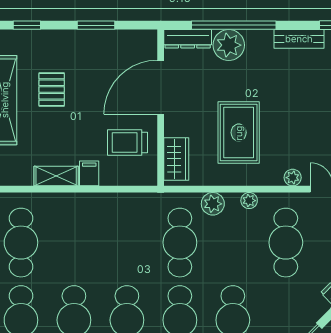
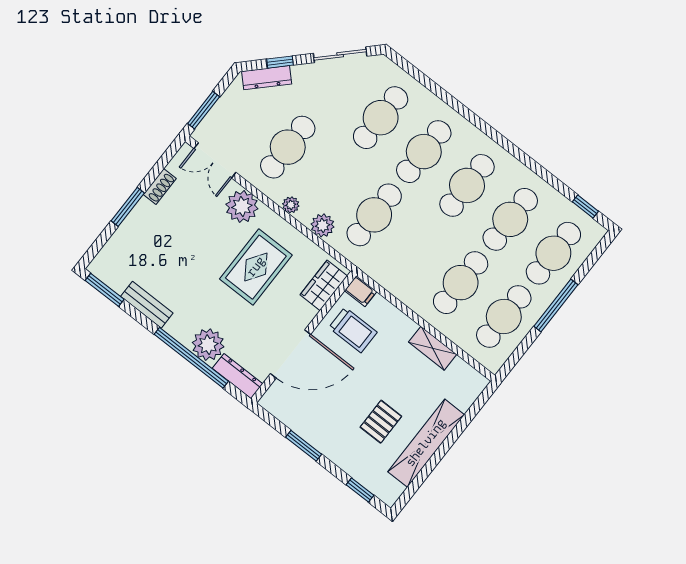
filing cabinet: (89, 173) -> (361, 291), moved, turned -90
plant: (293, 178) -> (242, 206), width x1.88, depth x1.88
cafe table: (74, 243) -> (461, 283), added

